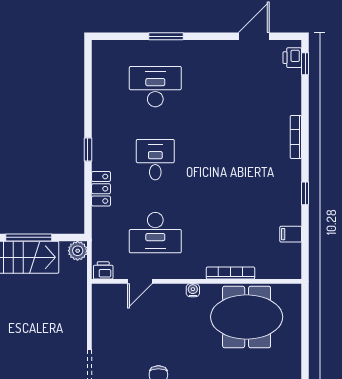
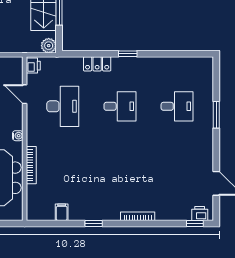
desk: (155, 87) -> (177, 106), width x0.73
desk: (155, 233) -> (63, 106), turned 180

